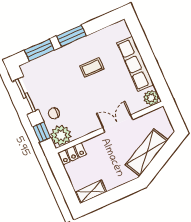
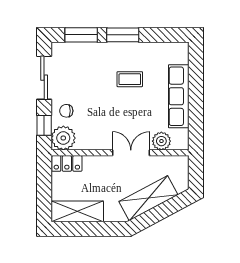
plant: (151, 98) -> (161, 141), moved
shelving: (91, 192) -> (77, 211), width x1.50, depth x1.33

